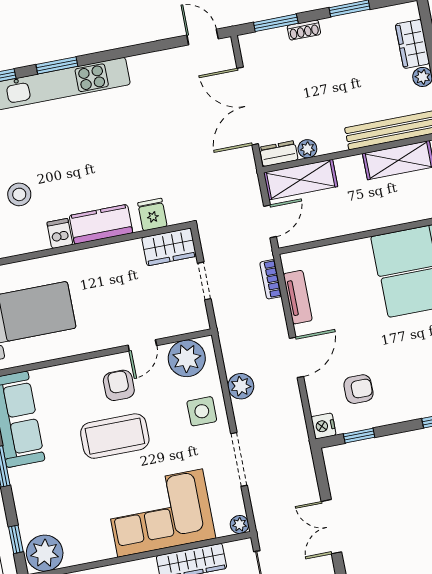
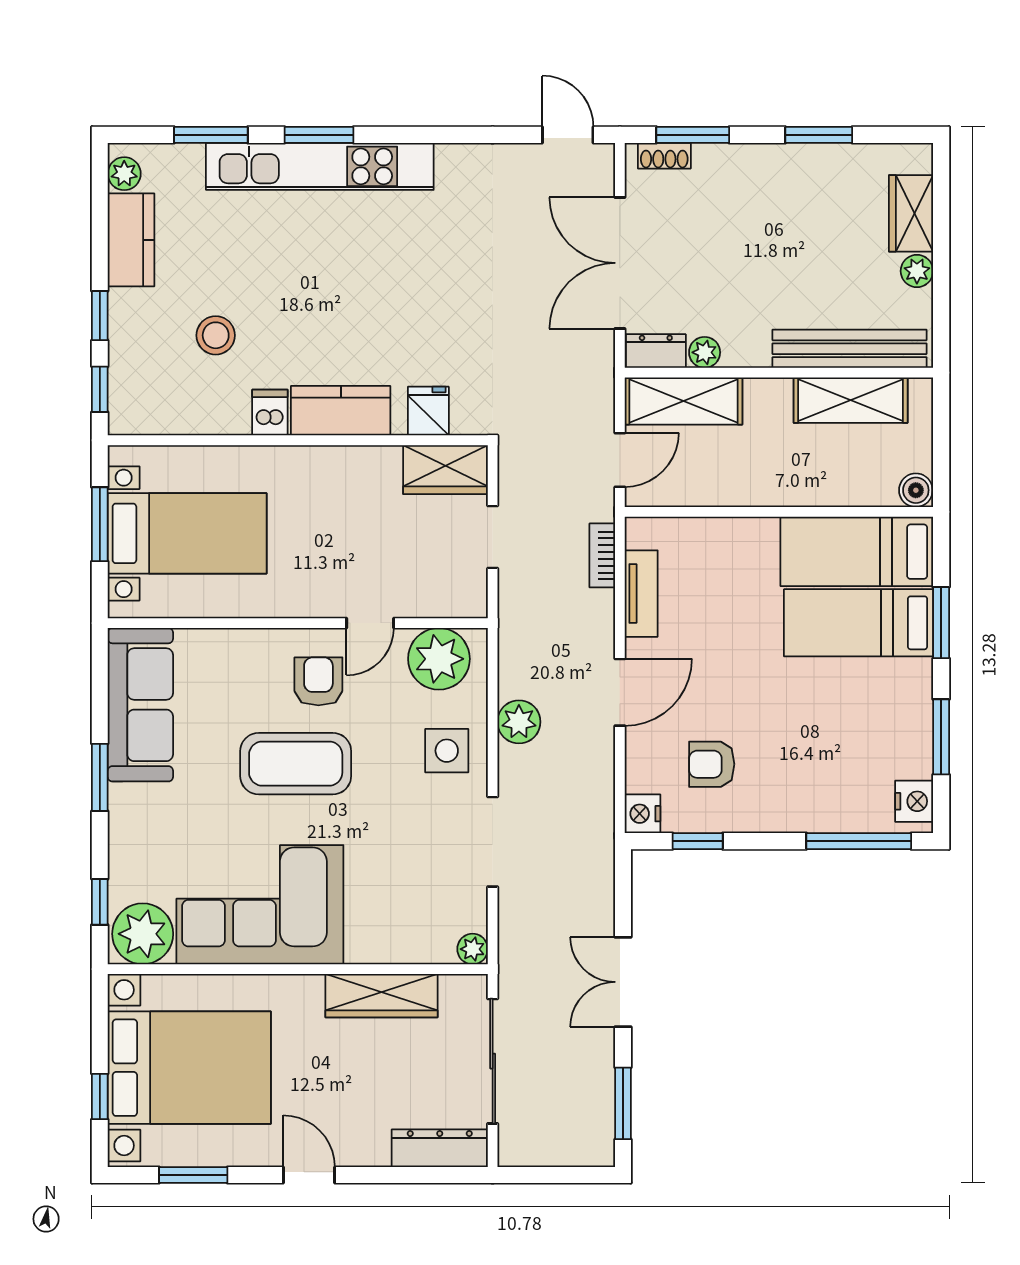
shoe rack: (304, 30) -> (664, 156), moved
armchair: (358, 389) -> (712, 764), turned 180
corner sofa: (160, 513) -> (260, 905), moved

